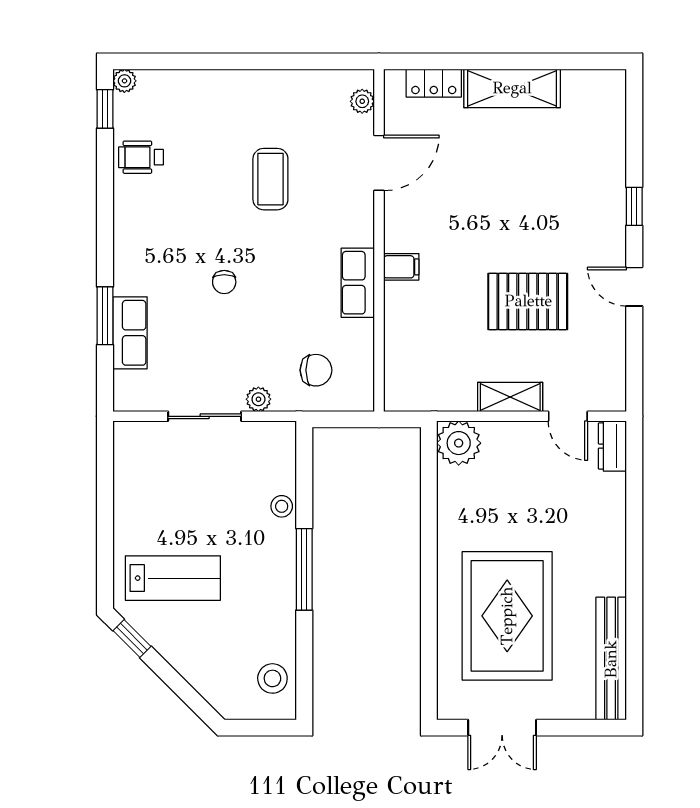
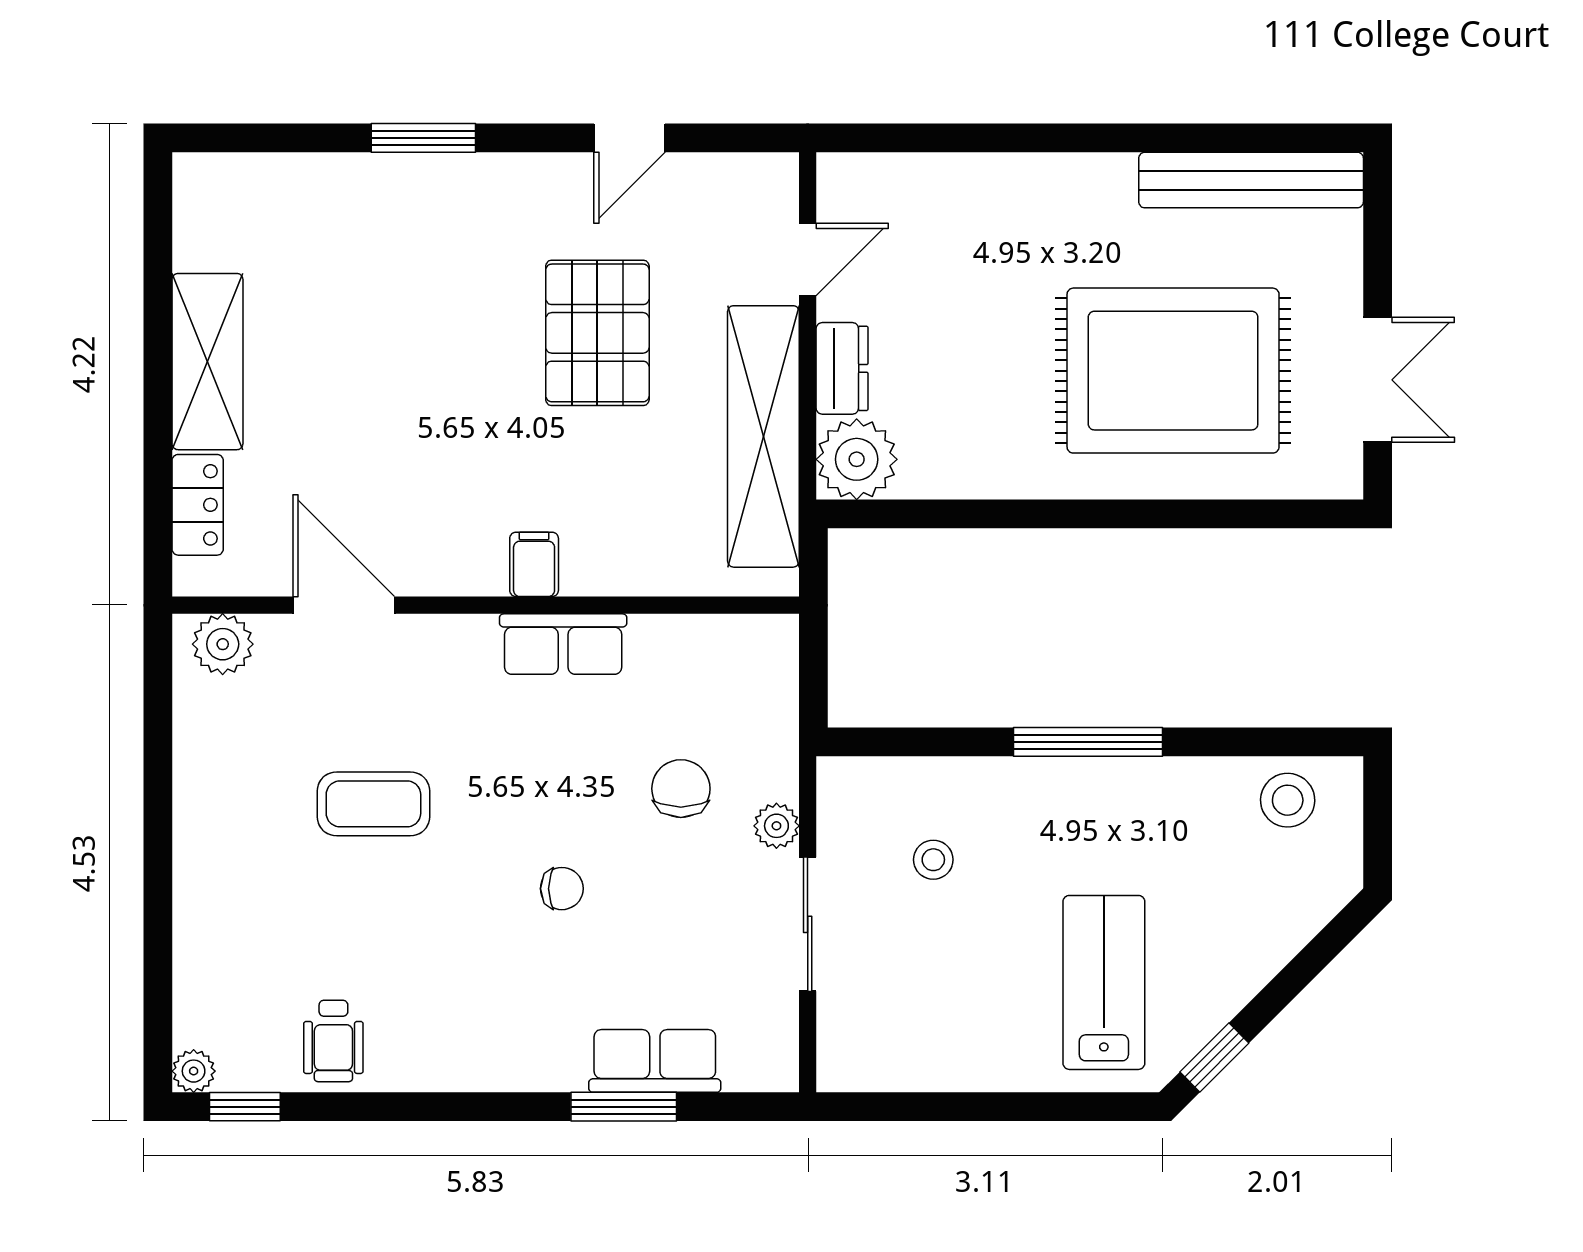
plant: (362, 101) -> (223, 644), width x1.38, depth x1.38
window: (634, 206) -> (423, 138), width x1.50
door: (634, 287) -> (629, 138), moved
chair: (316, 370) -> (681, 789), moved
shelving: (510, 397) -> (763, 436), width x2.20, depth x1.33
dresser: (612, 446) -> (842, 368), moved, turned -90
stool: (282, 506) -> (933, 860), moved

